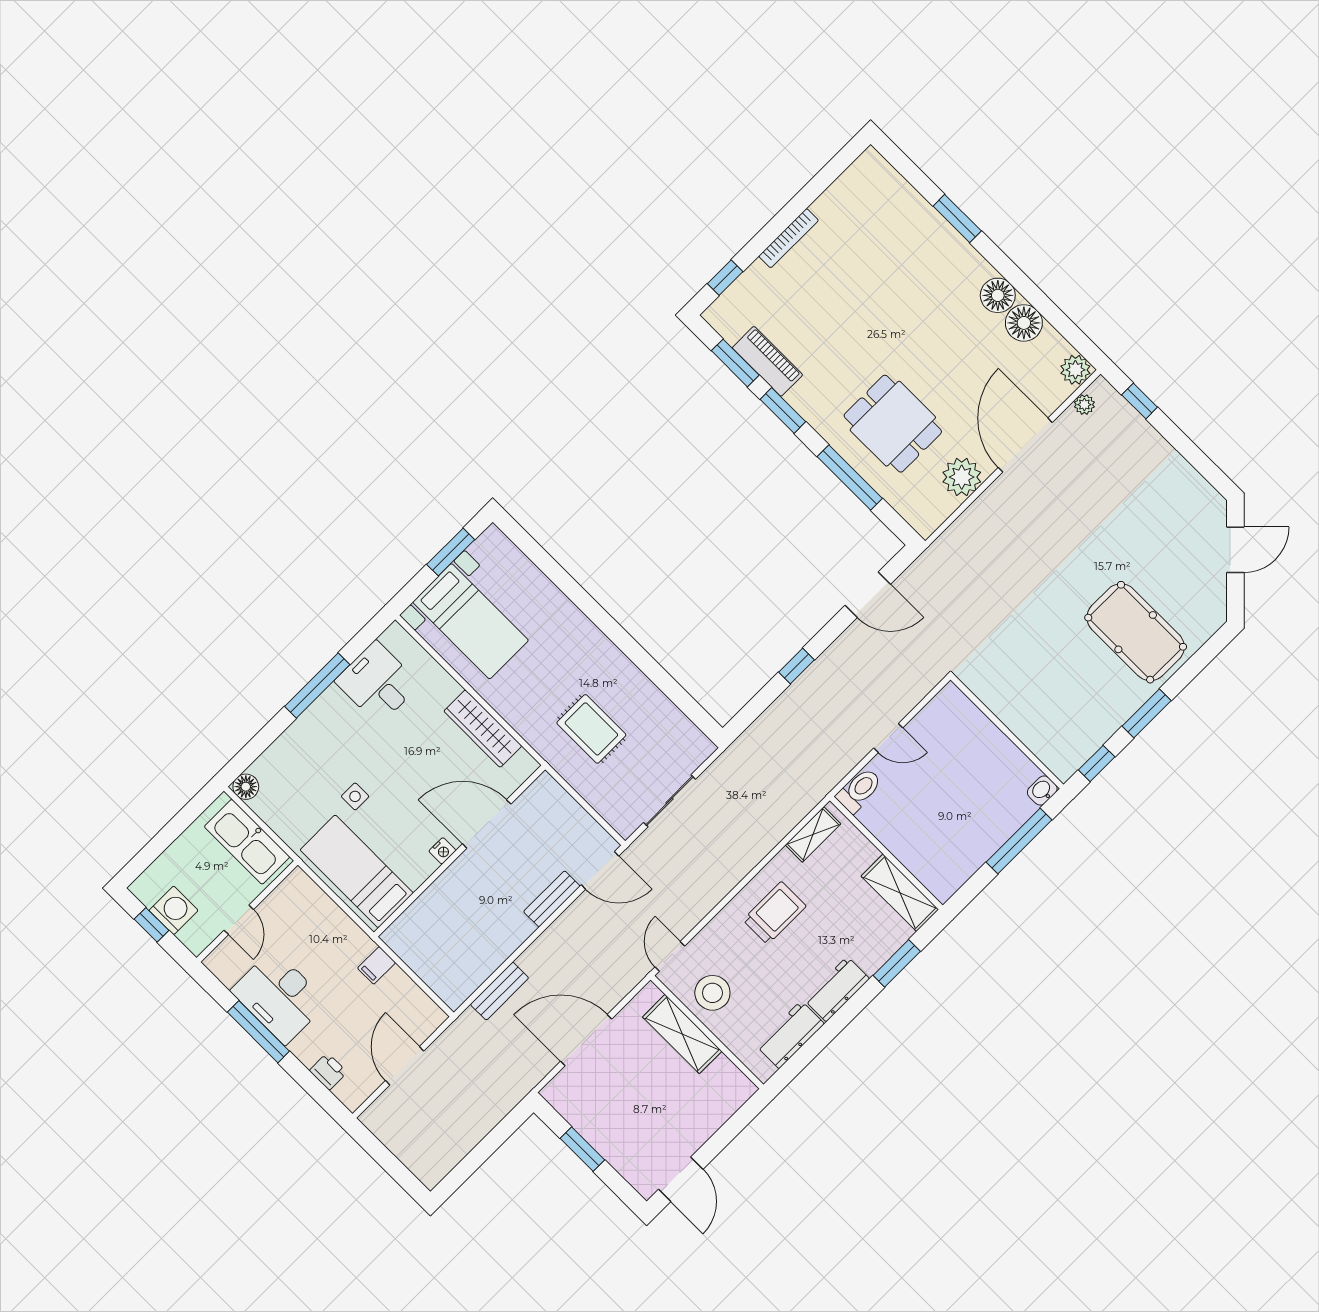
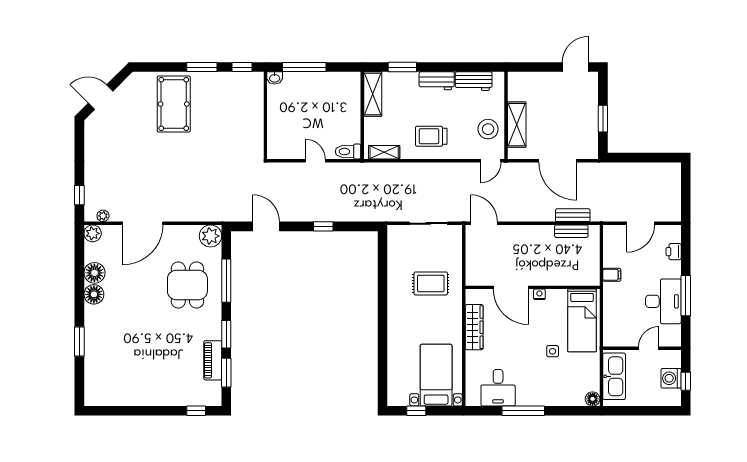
bookcase: (789, 238) -> (155, 401), removed
plant: (962, 477) -> (210, 236), moved
window: (451, 552) -> (416, 411), width x0.67
rug: (591, 729) -> (431, 283), turned 90
bench: (552, 899) -> (571, 231), moved

